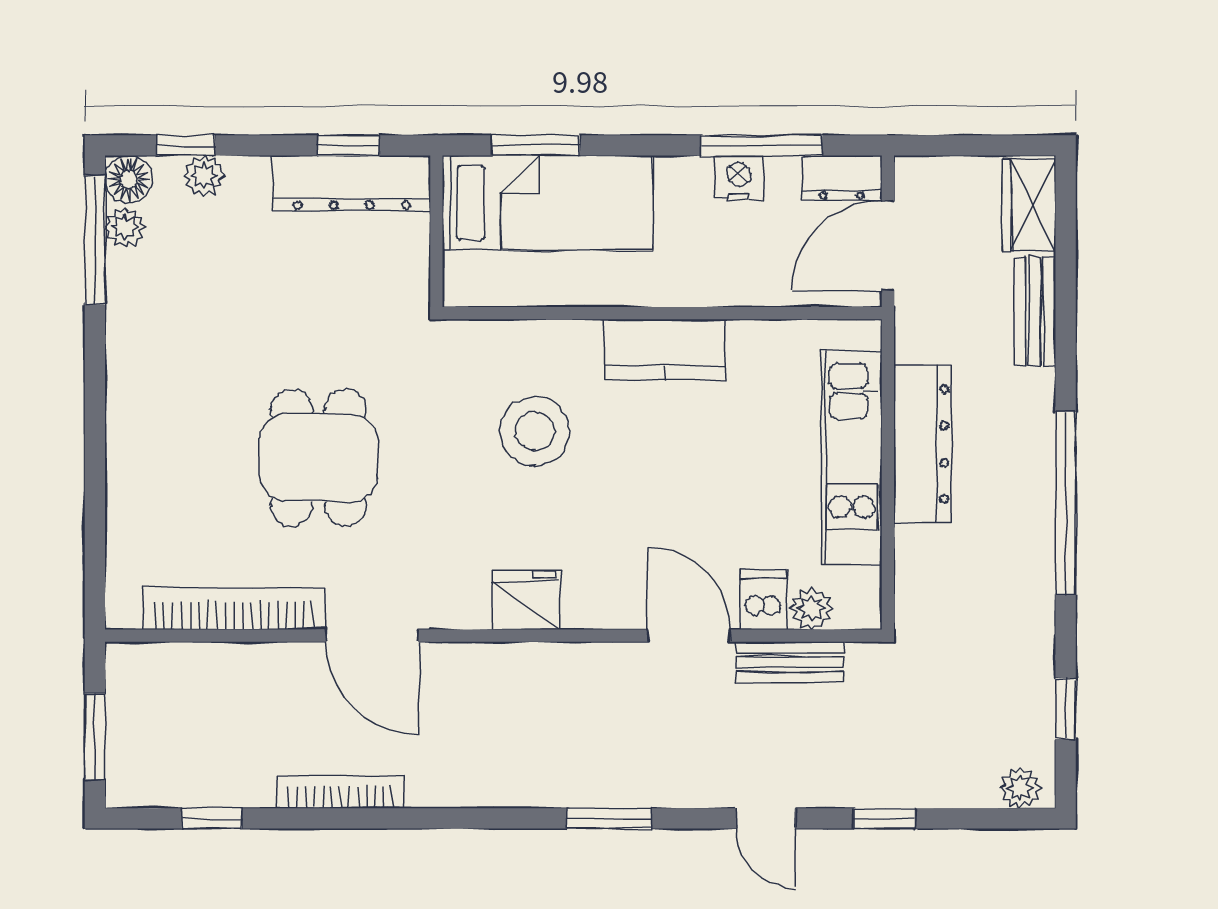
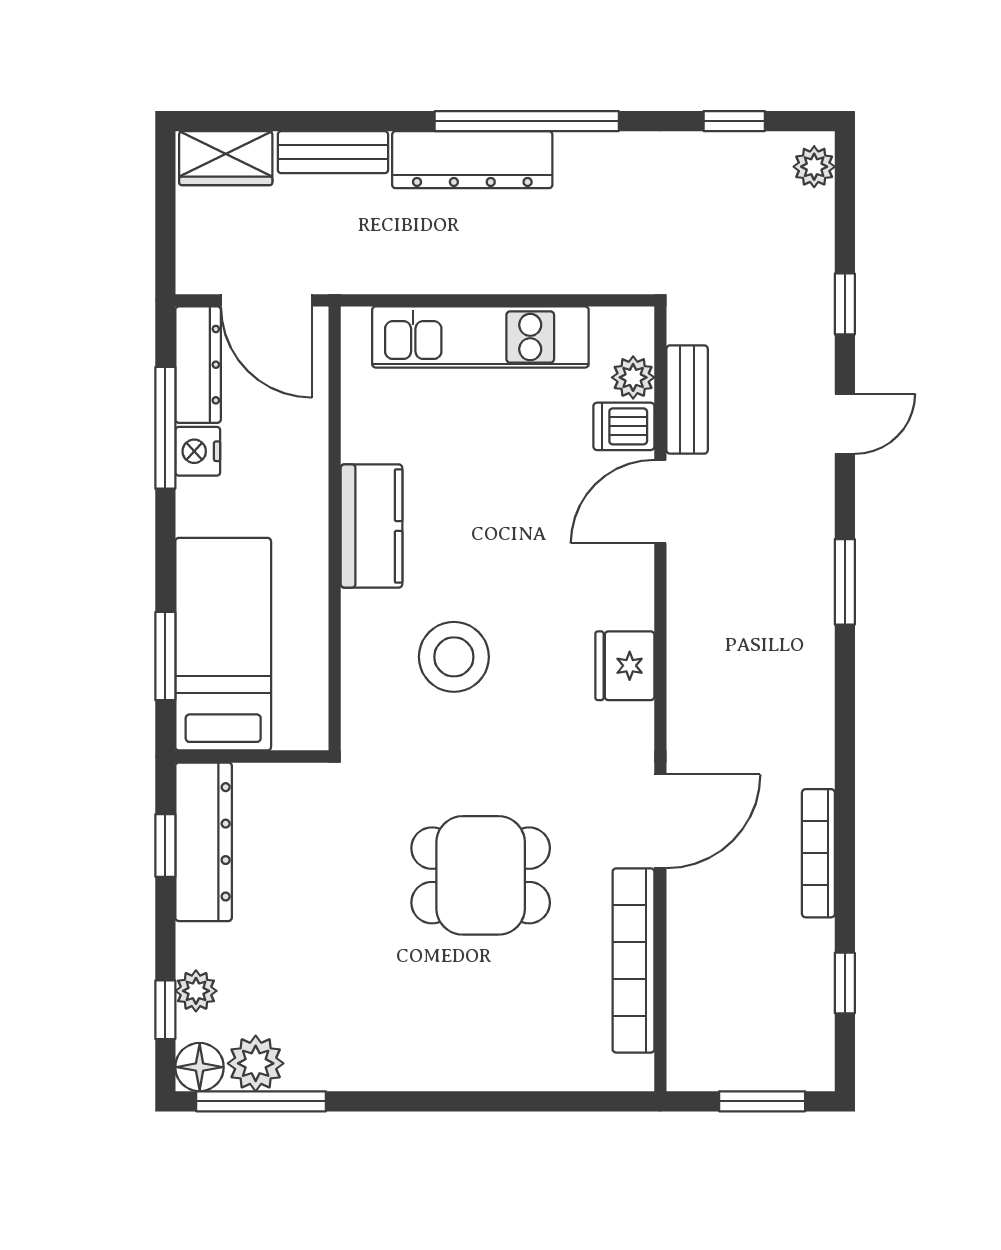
dresser: (842, 178) -> (198, 365), width x1.44
plant: (125, 227) -> (256, 1063), width x1.38, depth x1.38
dresser: (922, 444) -> (472, 160), moved, turned 180

